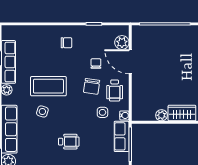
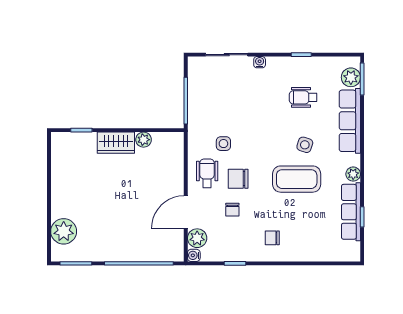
door: (130, 62) -> (186, 212), swing flipped
chair: (92, 86) -> (238, 179), turned -98
water cooler: (124, 115) -> (194, 255), moved
row of seats: (122, 136) -> (198, 111), removed
wheelchair: (69, 142) -> (303, 97), moved

